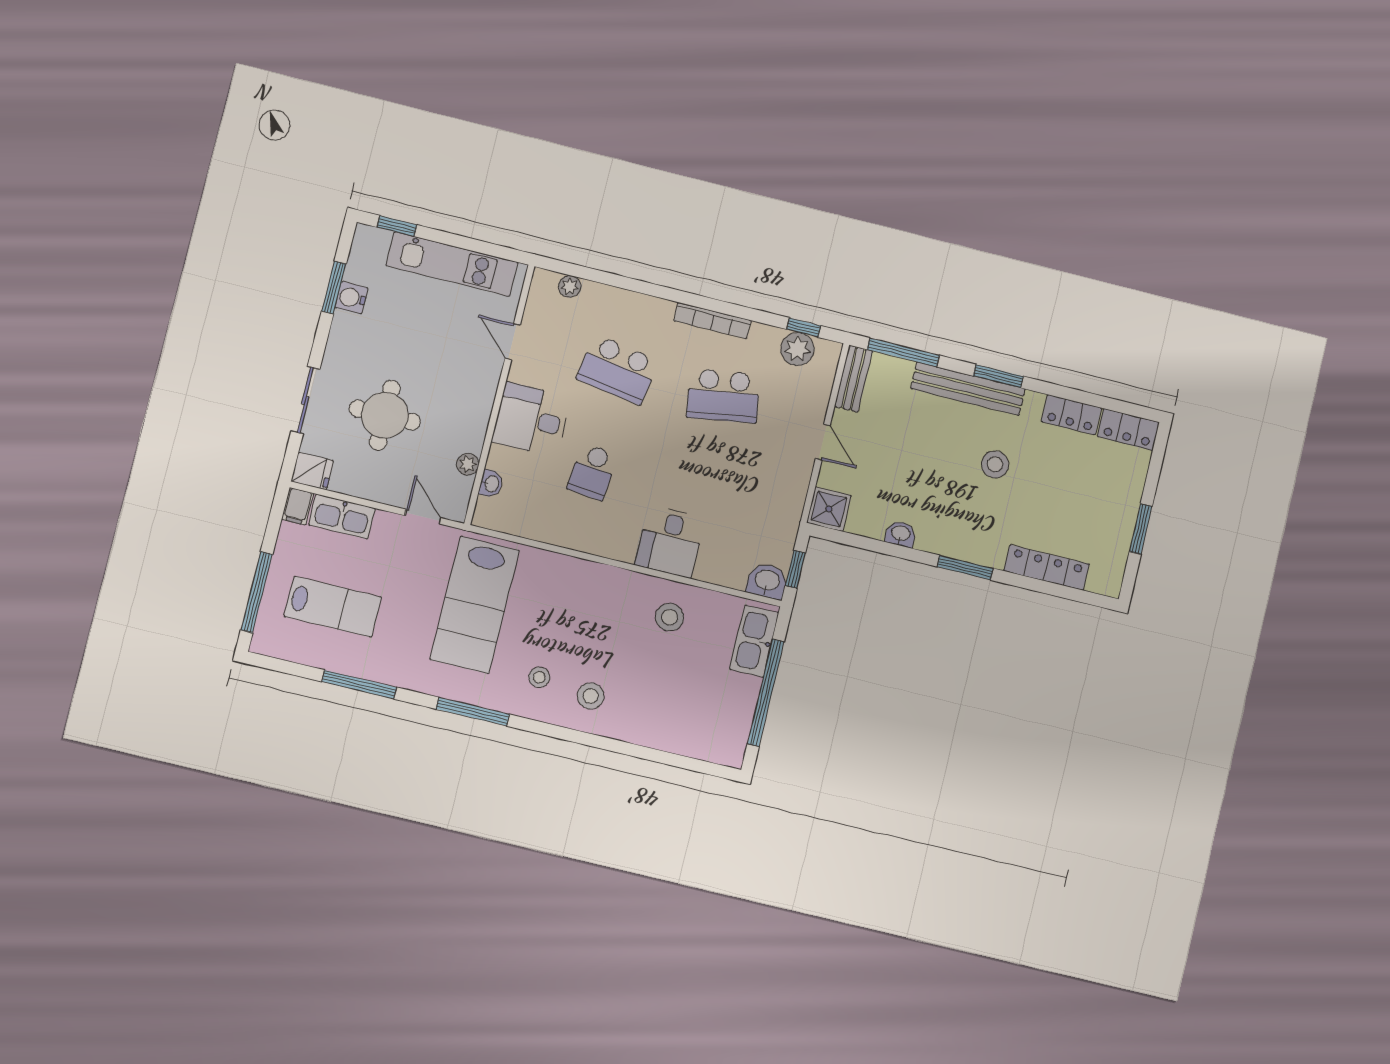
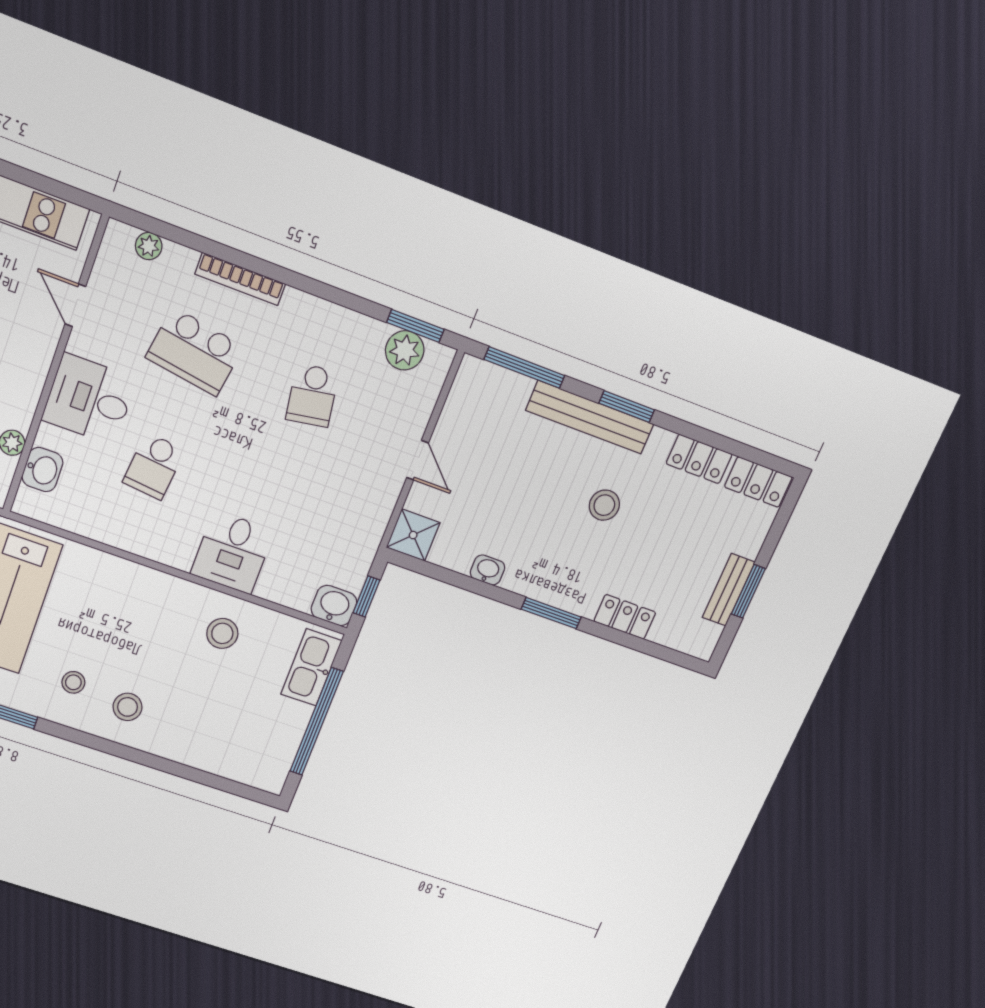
bookcase: (712, 321) -> (240, 279), moved
window: (804, 327) -> (415, 326), width x1.50
bench: (854, 379) -> (729, 590), moved
school desk: (723, 396) -> (312, 395), width x0.54
washbasin: (491, 484) -> (42, 470), width x1.38, depth x1.45
locker: (1046, 568) -> (625, 617), width x0.66

